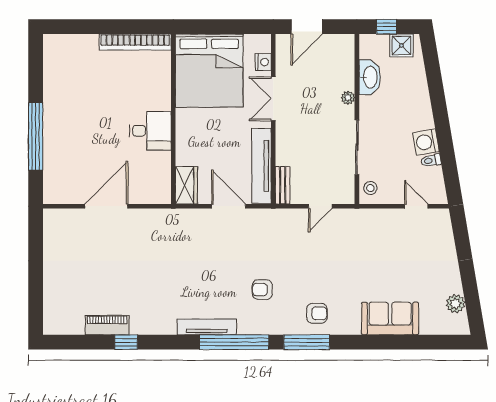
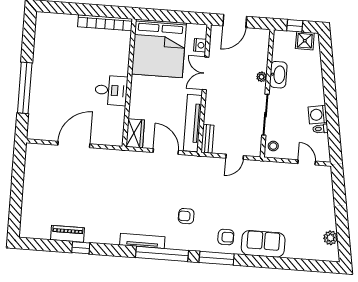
washbasin: (370, 77) -> (278, 75), moved
sofa: (390, 318) -> (263, 244), moved

